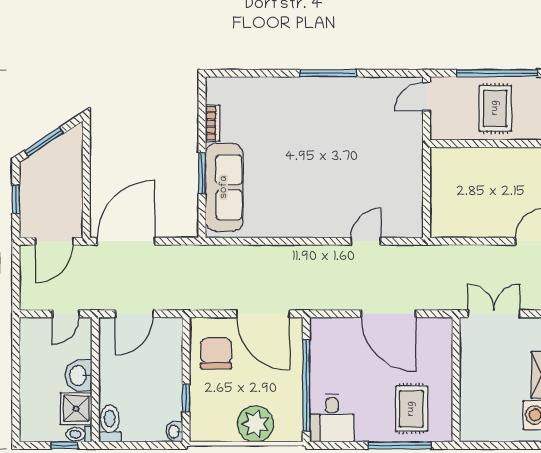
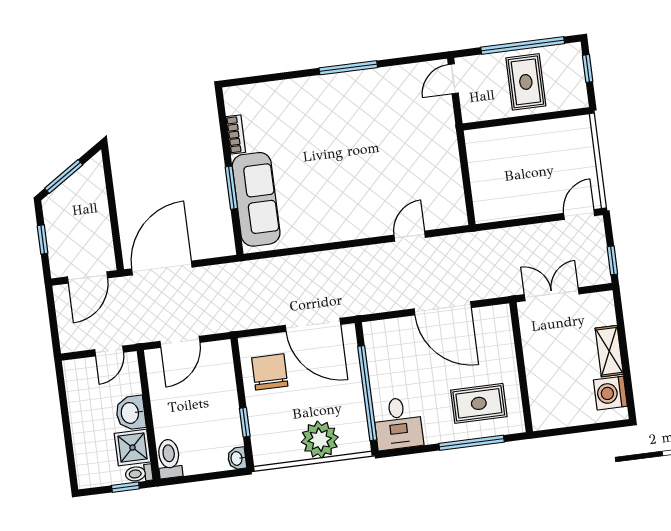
rug: (411, 409) -> (479, 403), turned 90

